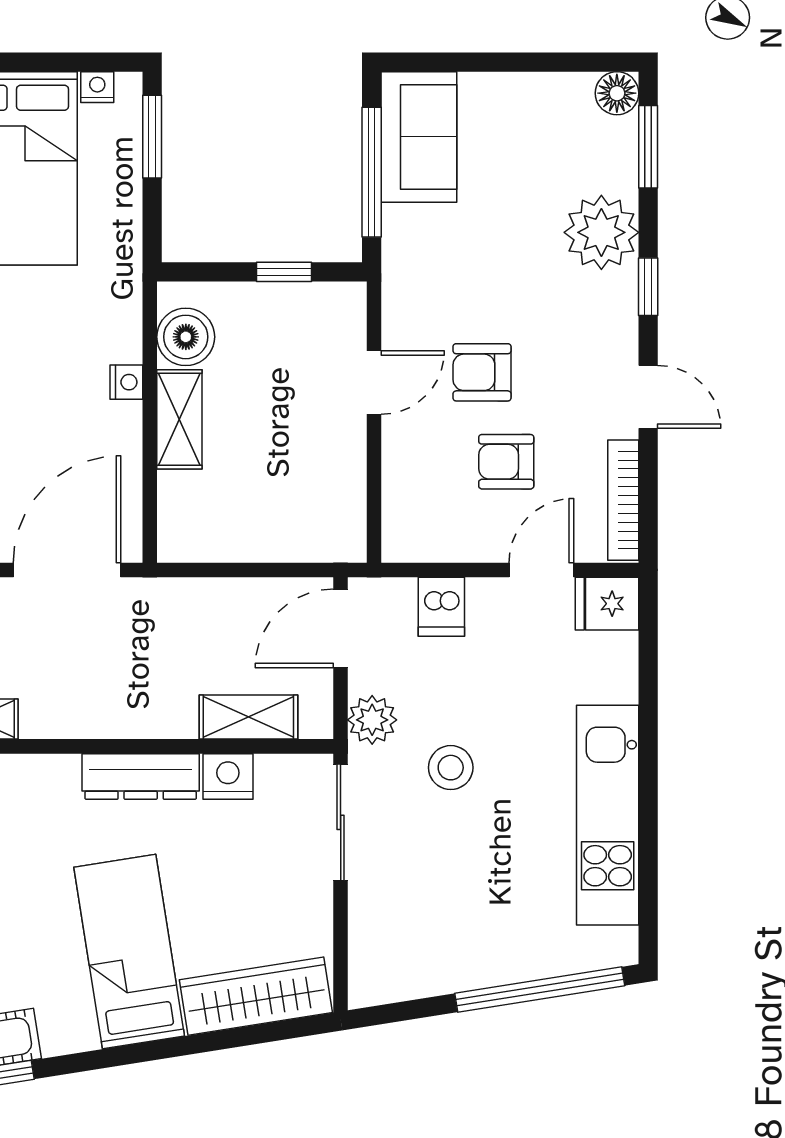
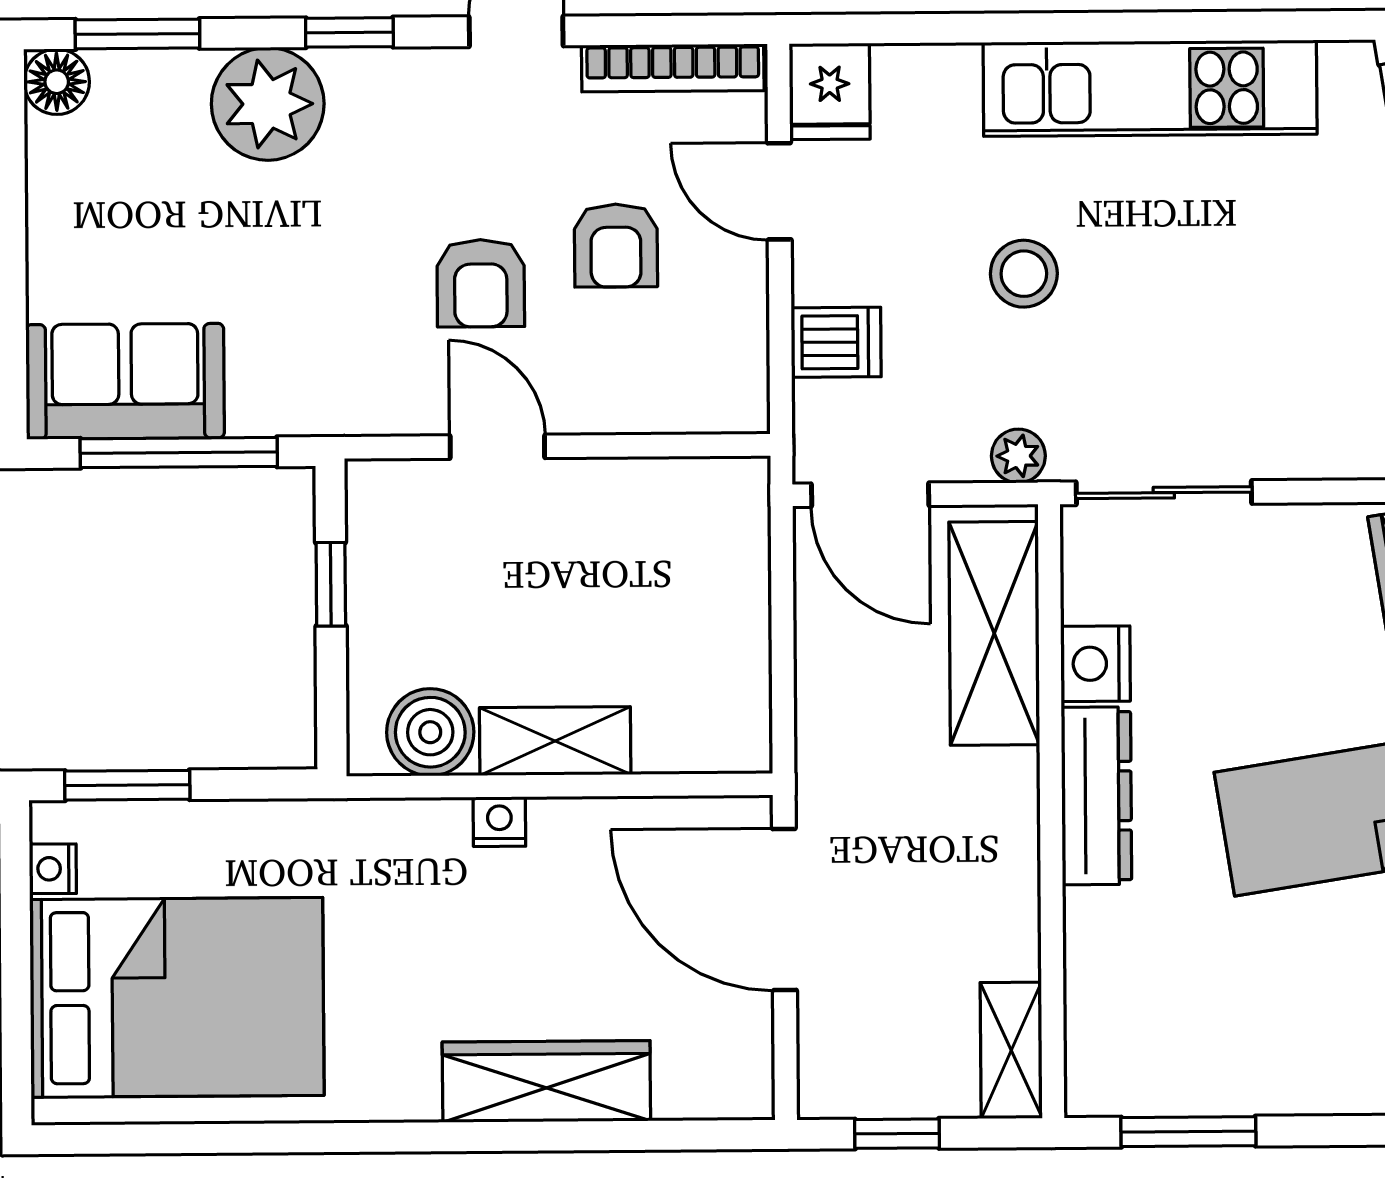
shelving: (248, 717) -> (994, 633), width x1.50, depth x1.33
plant: (372, 720) -> (1018, 456), width x0.73, depth x0.73
stool: (451, 768) -> (1024, 274), moved

